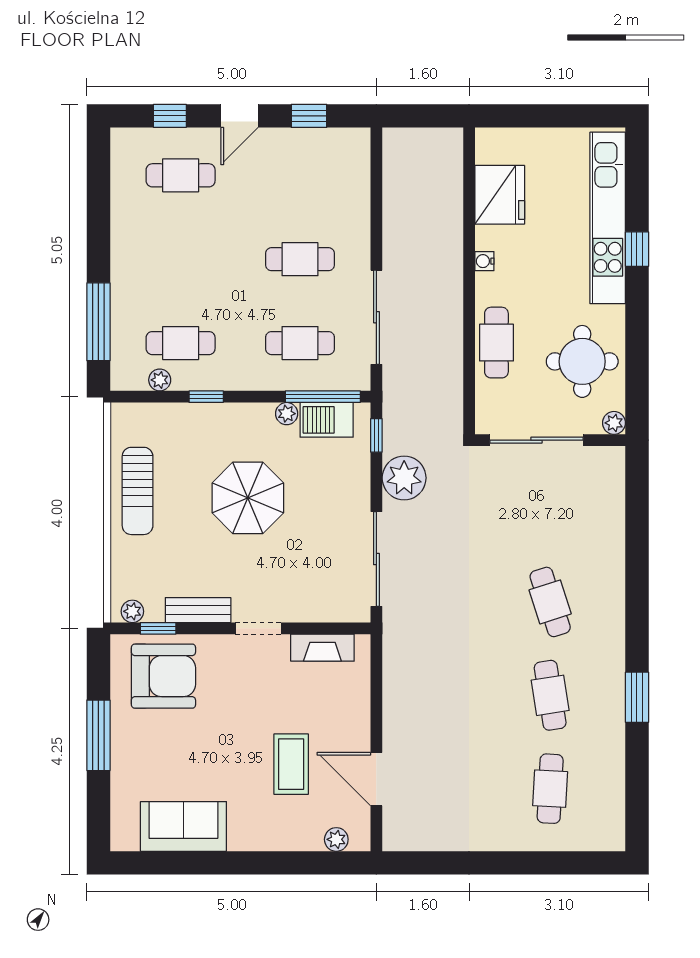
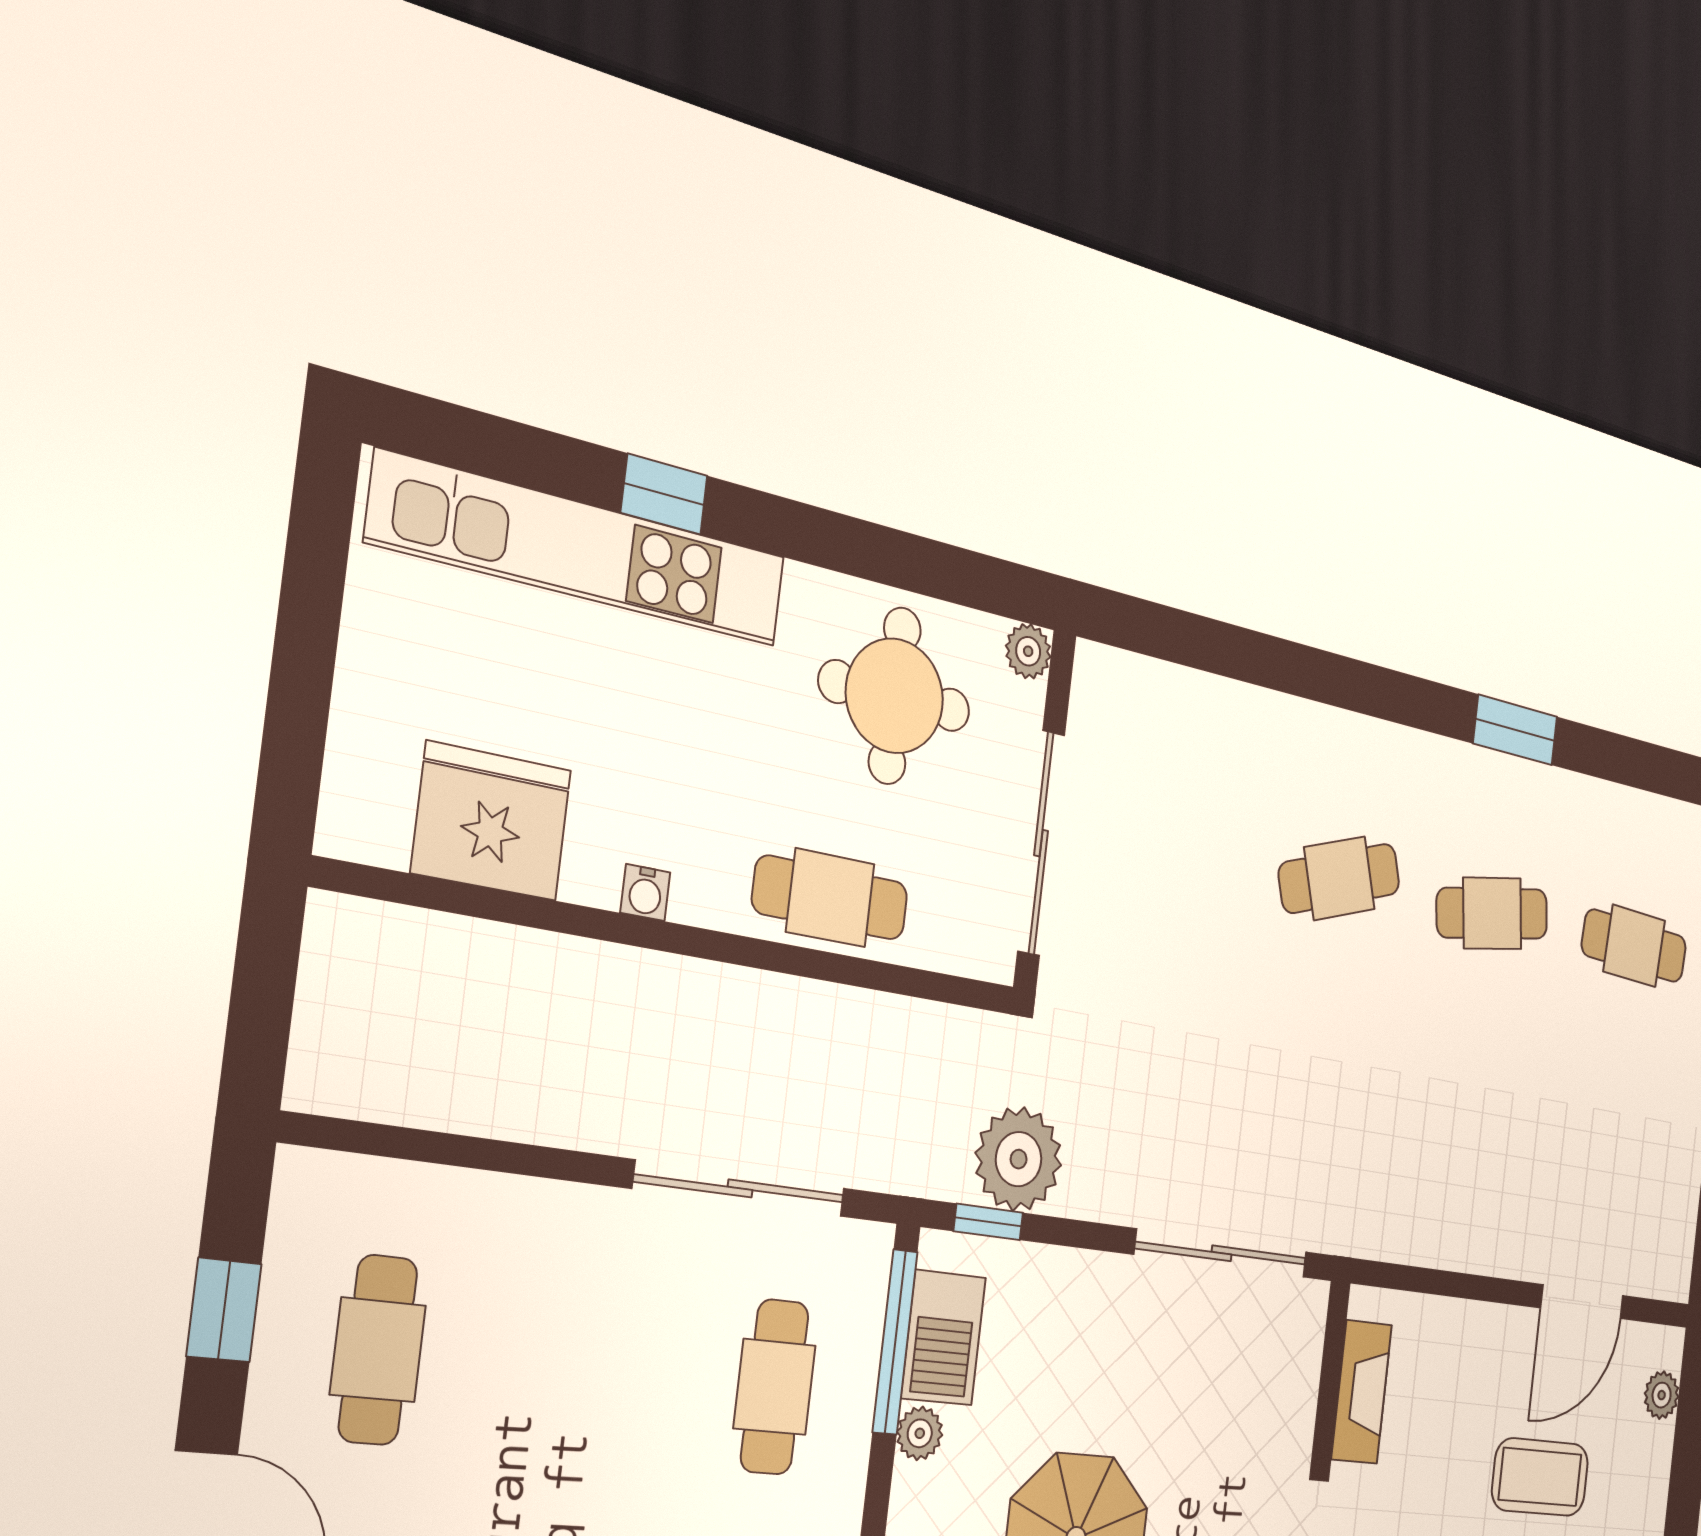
cafe table: (300, 259) -> (378, 1350), moved
plant: (404, 478) -> (1019, 1159), moved

